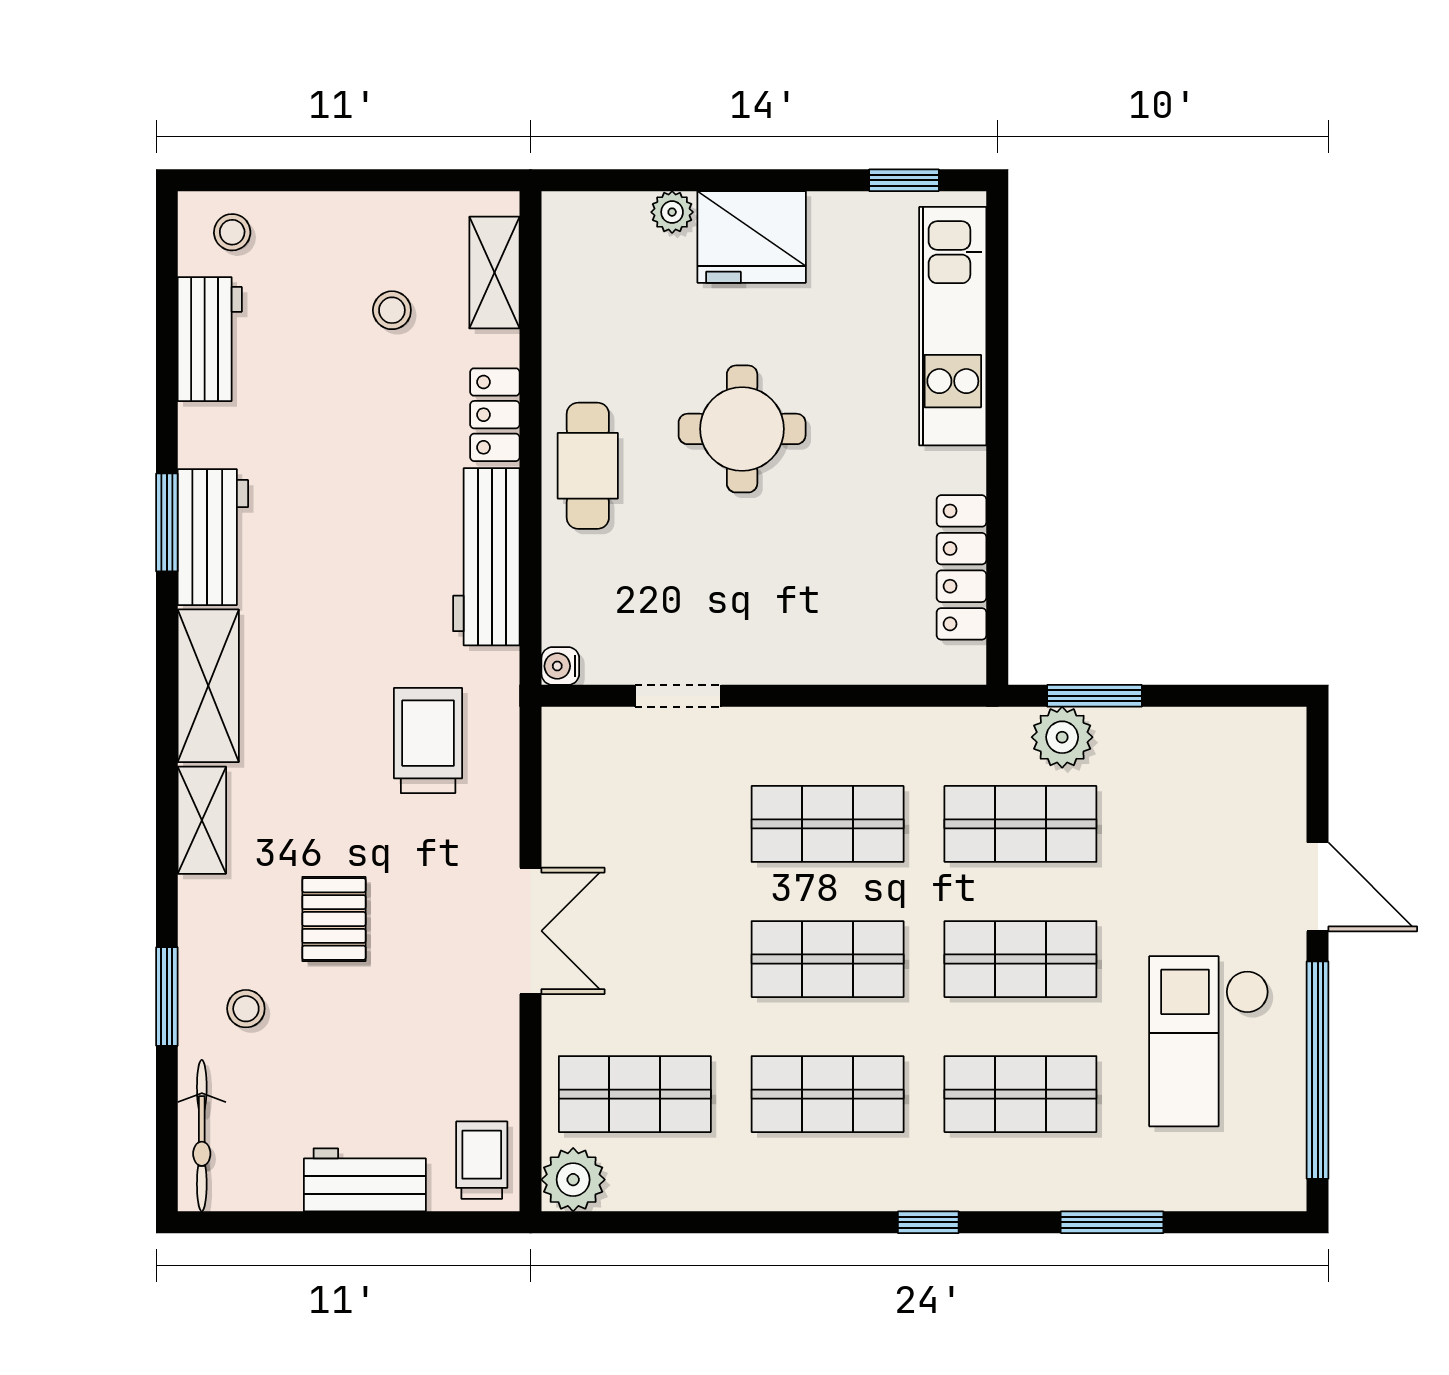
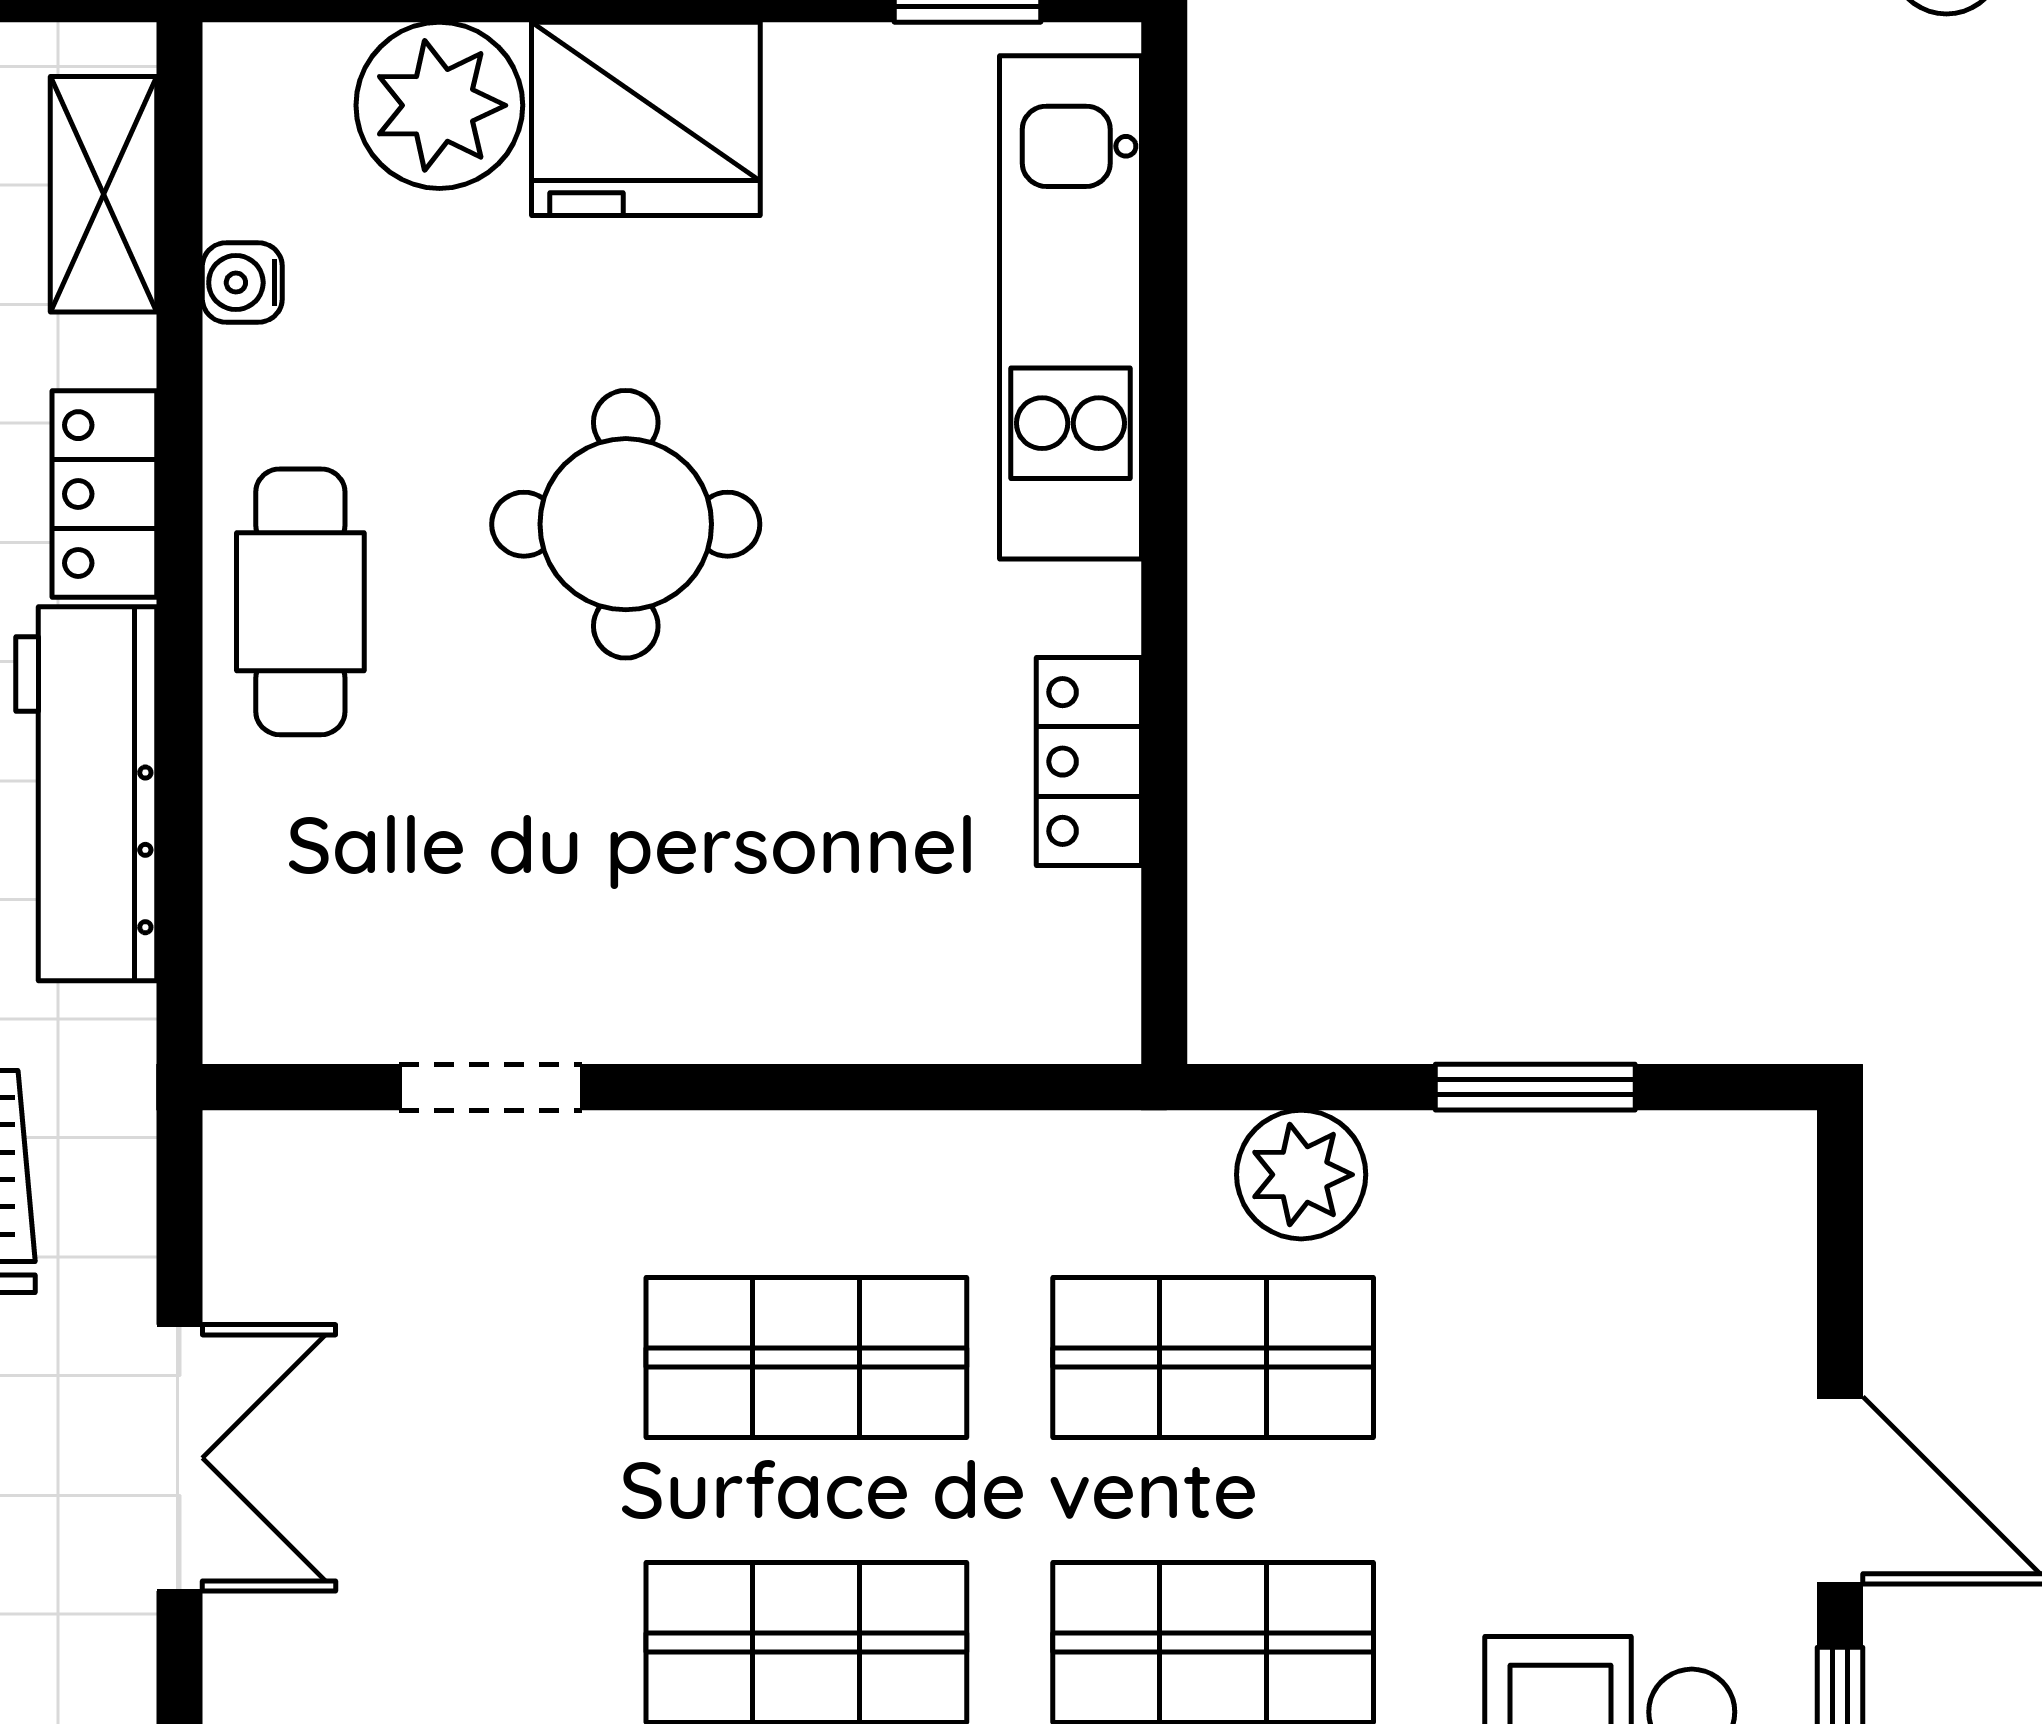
plant: (672, 212) -> (439, 105), width x1.87, depth x1.87
locker: (962, 567) -> (1089, 762), width x0.66
water cooler: (560, 666) -> (242, 283), moved
window: (1094, 696) -> (1535, 1087), moved
double door: (531, 931) -> (180, 1458), moved

